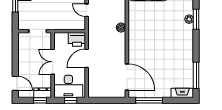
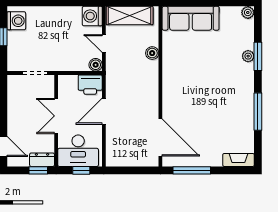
boiler: (81, 25) -> (96, 65), added
boiler: (121, 28) -> (152, 53), moved
window: (196, 75) -> (258, 112), moved

